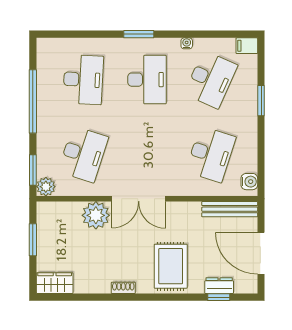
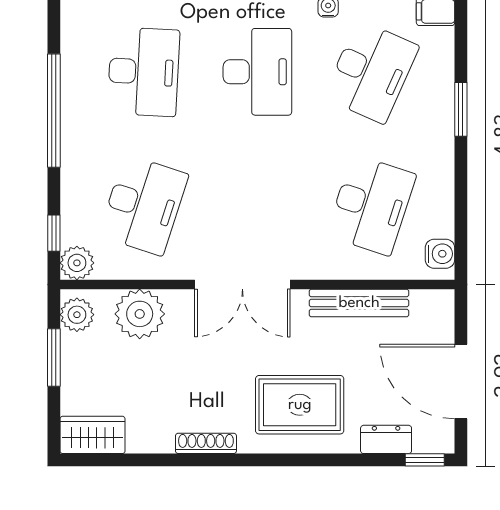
window: (33, 170) -> (54, 233), width x0.67
bench: (230, 209) -> (359, 303), moved
plant: (96, 215) -> (140, 314), moved
plant: (46, 216) -> (77, 315), added
rug: (171, 266) -> (300, 405), turned 90
shoe rack: (123, 288) -> (206, 443), width x1.43
window: (219, 297) -> (425, 460), moved

